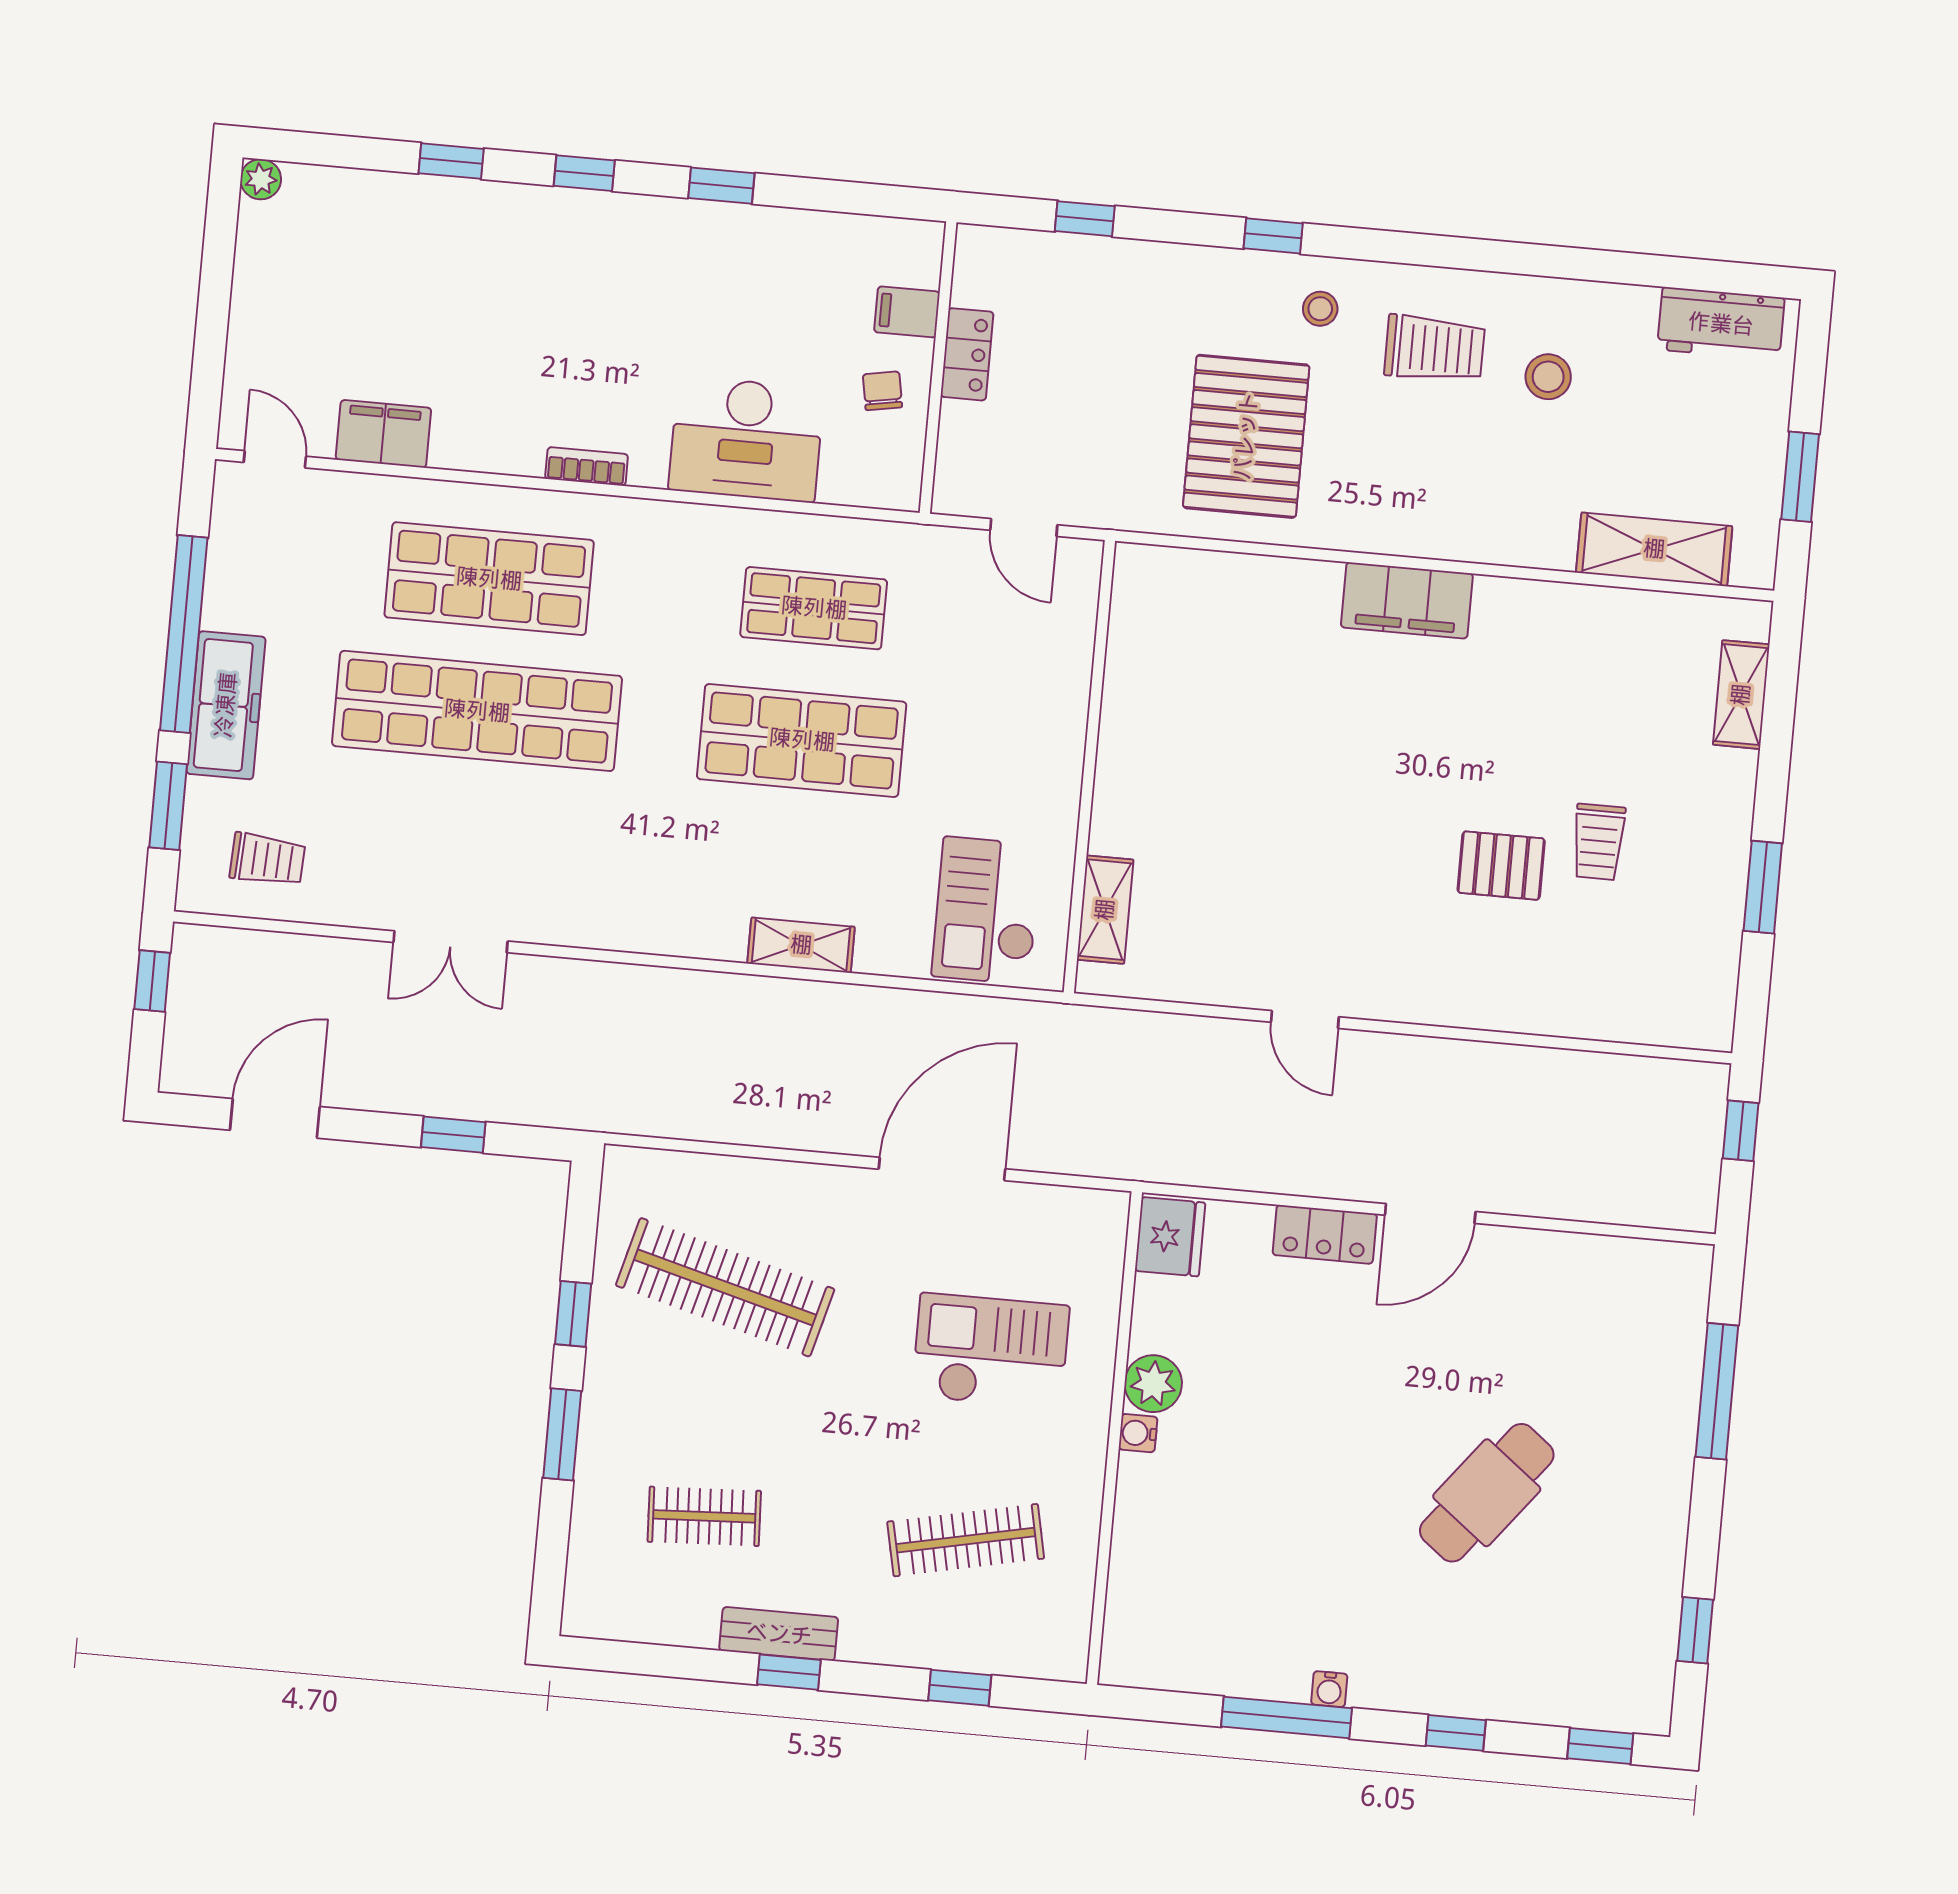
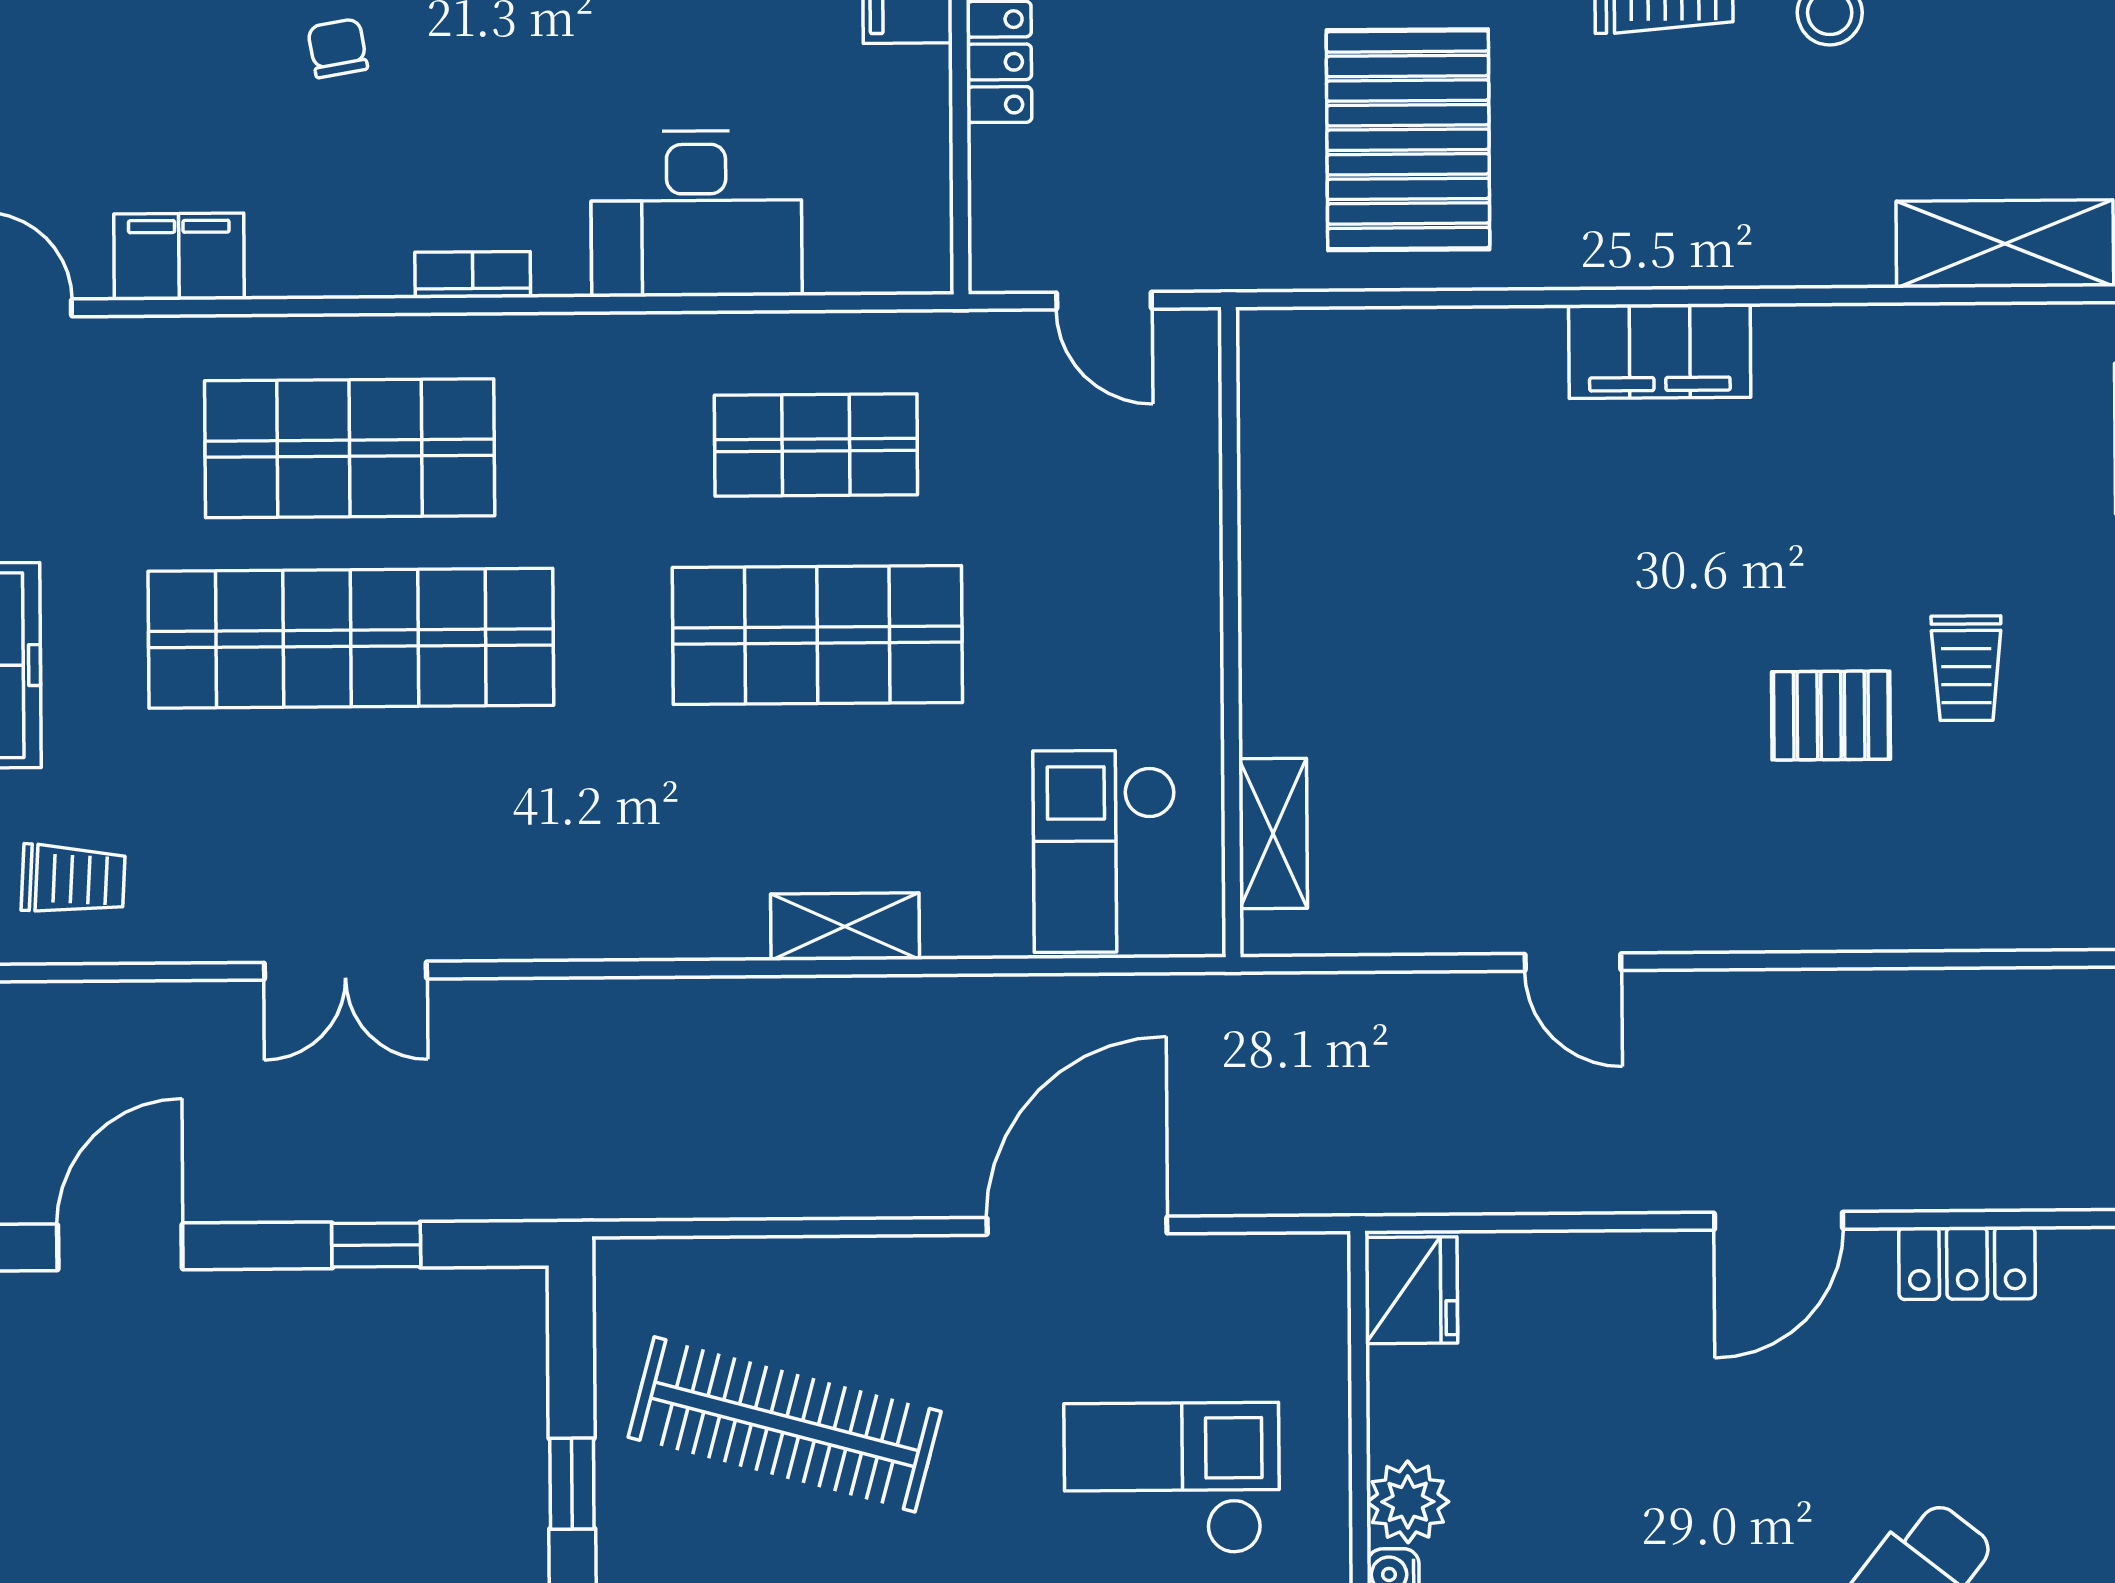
chair: (882, 391) -> (338, 48), moved
locker: (1325, 1234) -> (1967, 1263), moved

